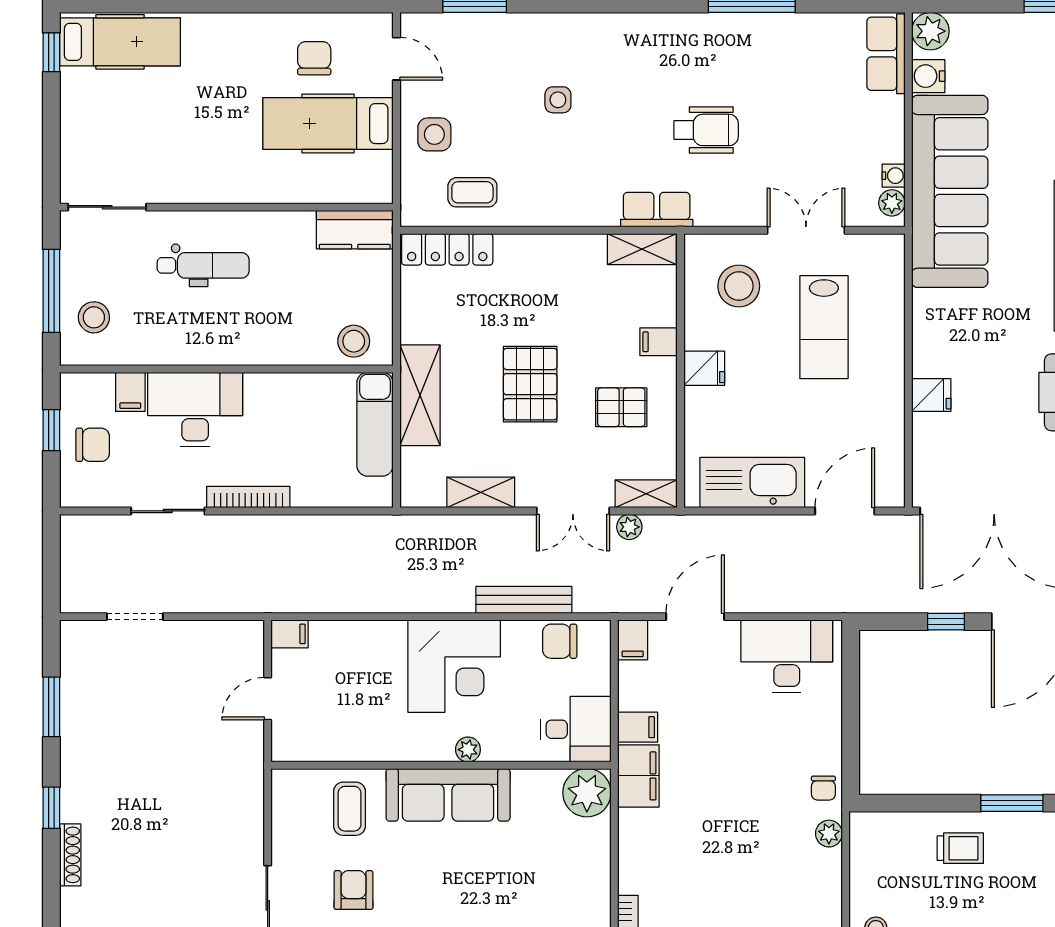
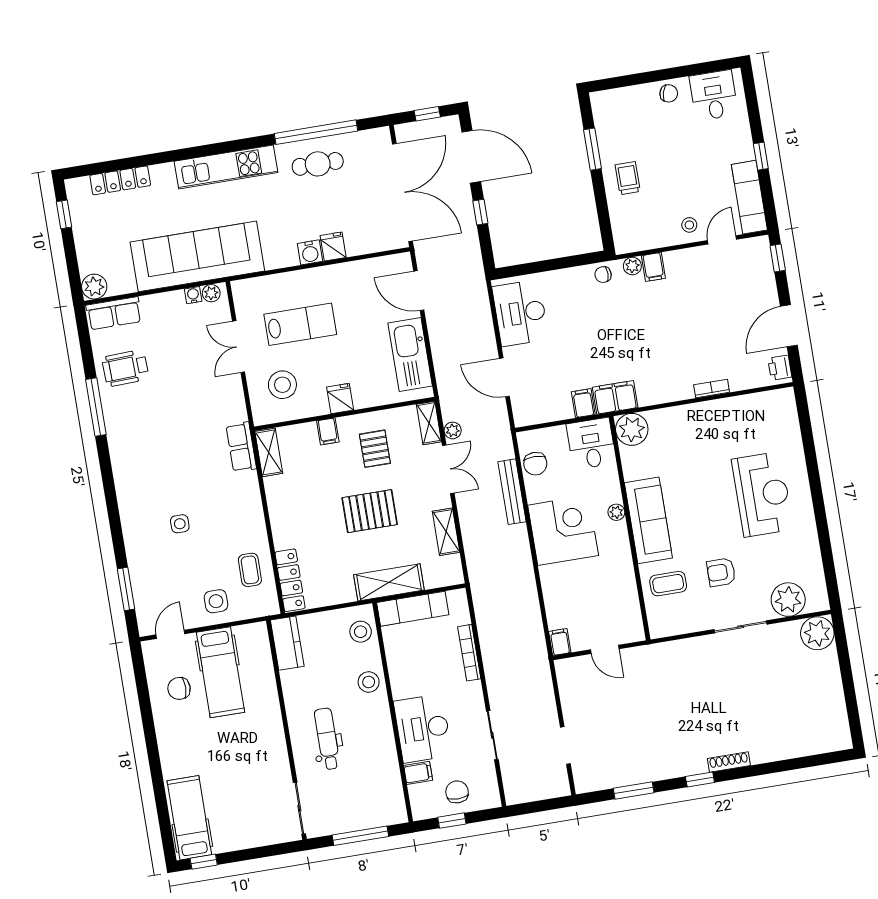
water cooler: (928, 76) -> (310, 252), moved
wheelchair: (706, 130) -> (125, 368), moved, turned -92
stool: (94, 317) -> (369, 682), moved
bookcase: (248, 497) -> (469, 653), moved
filing cabinet: (633, 640) -> (653, 267), moved, turned 90
chair: (823, 788) -> (603, 275), turned 180

